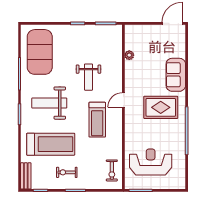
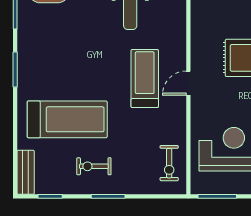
door: (123, 100) -> (188, 83), moved
weight bench: (49, 103) -> (65, 51), removed
treadmill: (97, 120) -> (145, 78), turned 180

